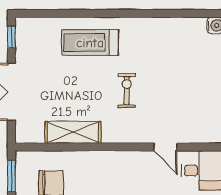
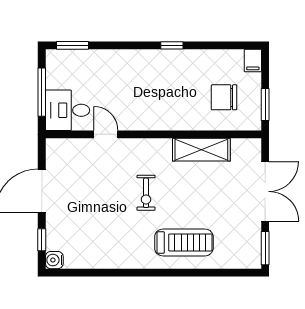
window: (11, 37) -> (265, 248), width x1.50

